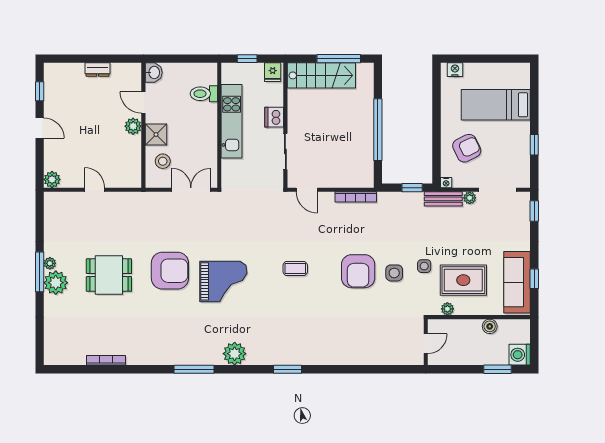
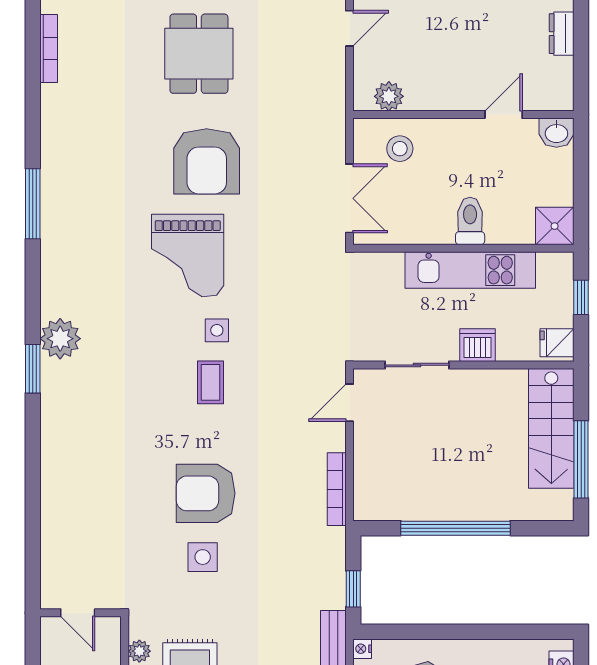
toilet: (204, 94) -> (470, 221), moved
plant: (133, 126) -> (389, 96), moved
shower: (156, 134) -> (555, 226), moved
side table: (424, 266) -> (217, 330), moved
plant: (235, 354) -> (60, 339), moved

